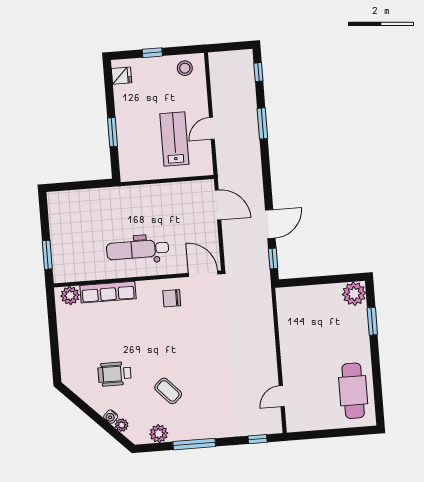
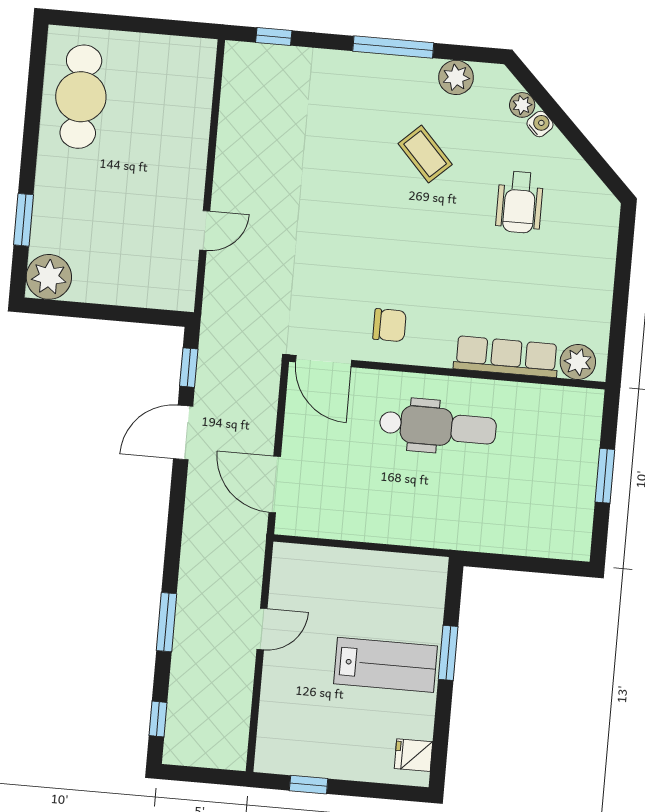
window: (152, 53) -> (309, 785), moved
stool: (185, 68) -> (294, 749), removed
lab bench: (174, 139) -> (386, 665), moved, turned -90
window: (47, 255) -> (605, 476), moved
wheelchair: (115, 374) -> (520, 202), turned 90
door: (282, 396) -> (205, 231), moved

